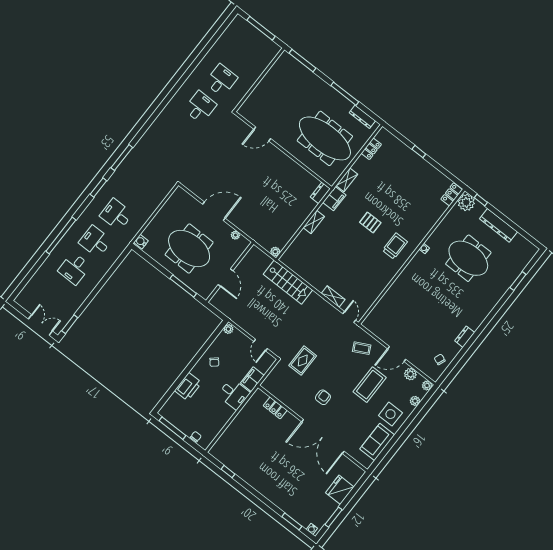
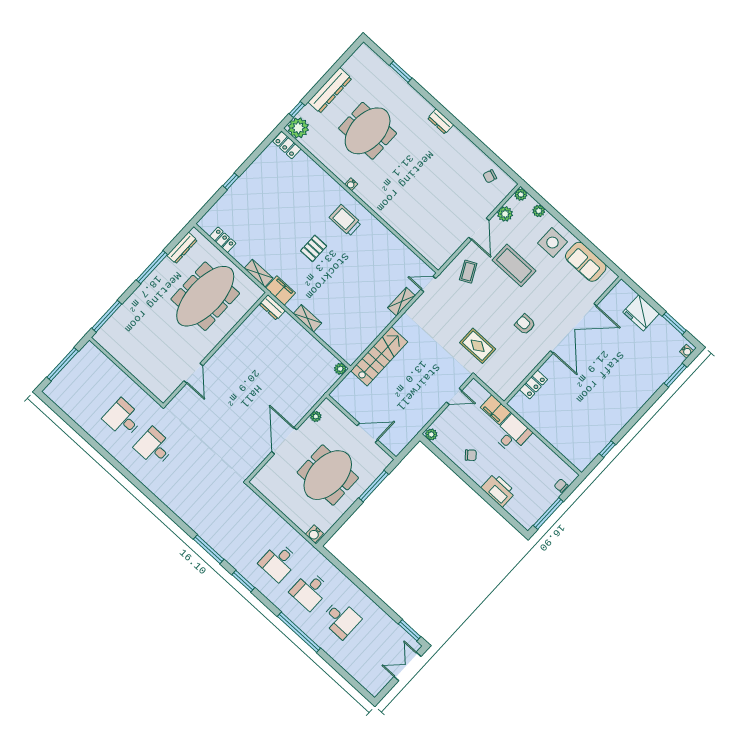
dresser: (465, 337) -> (441, 121), moved

